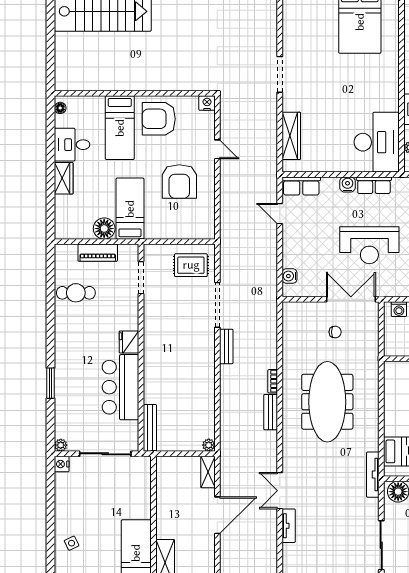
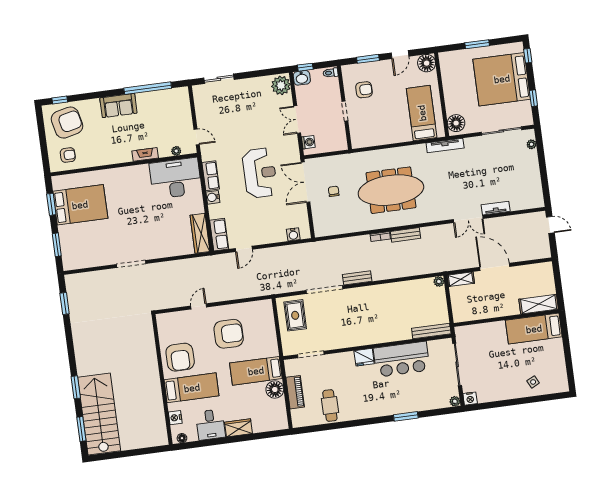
nightstand: (207, 103) -> (175, 418), moved
wardrobe: (291, 136) -> (200, 233), moved, turned -90

